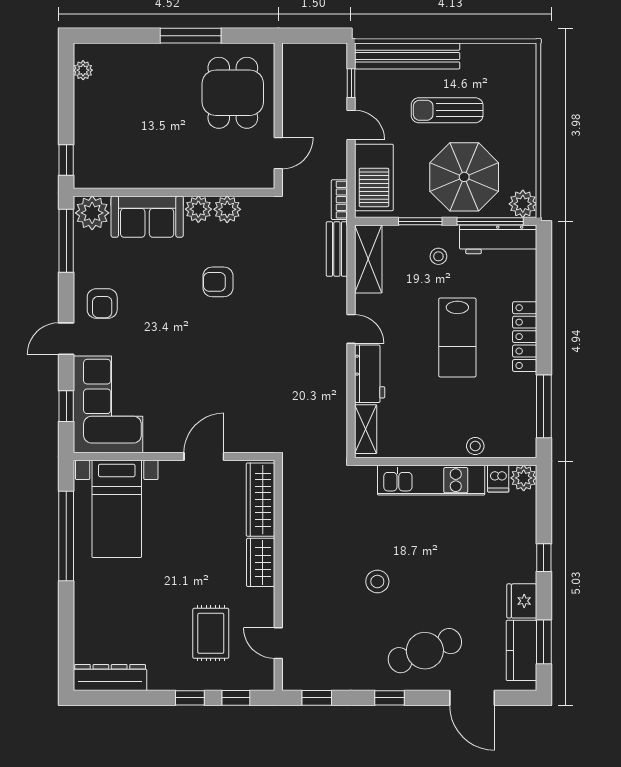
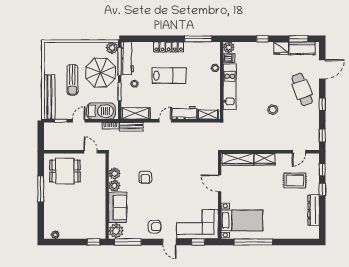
dresser: (110, 678) -> (314, 210), moved

